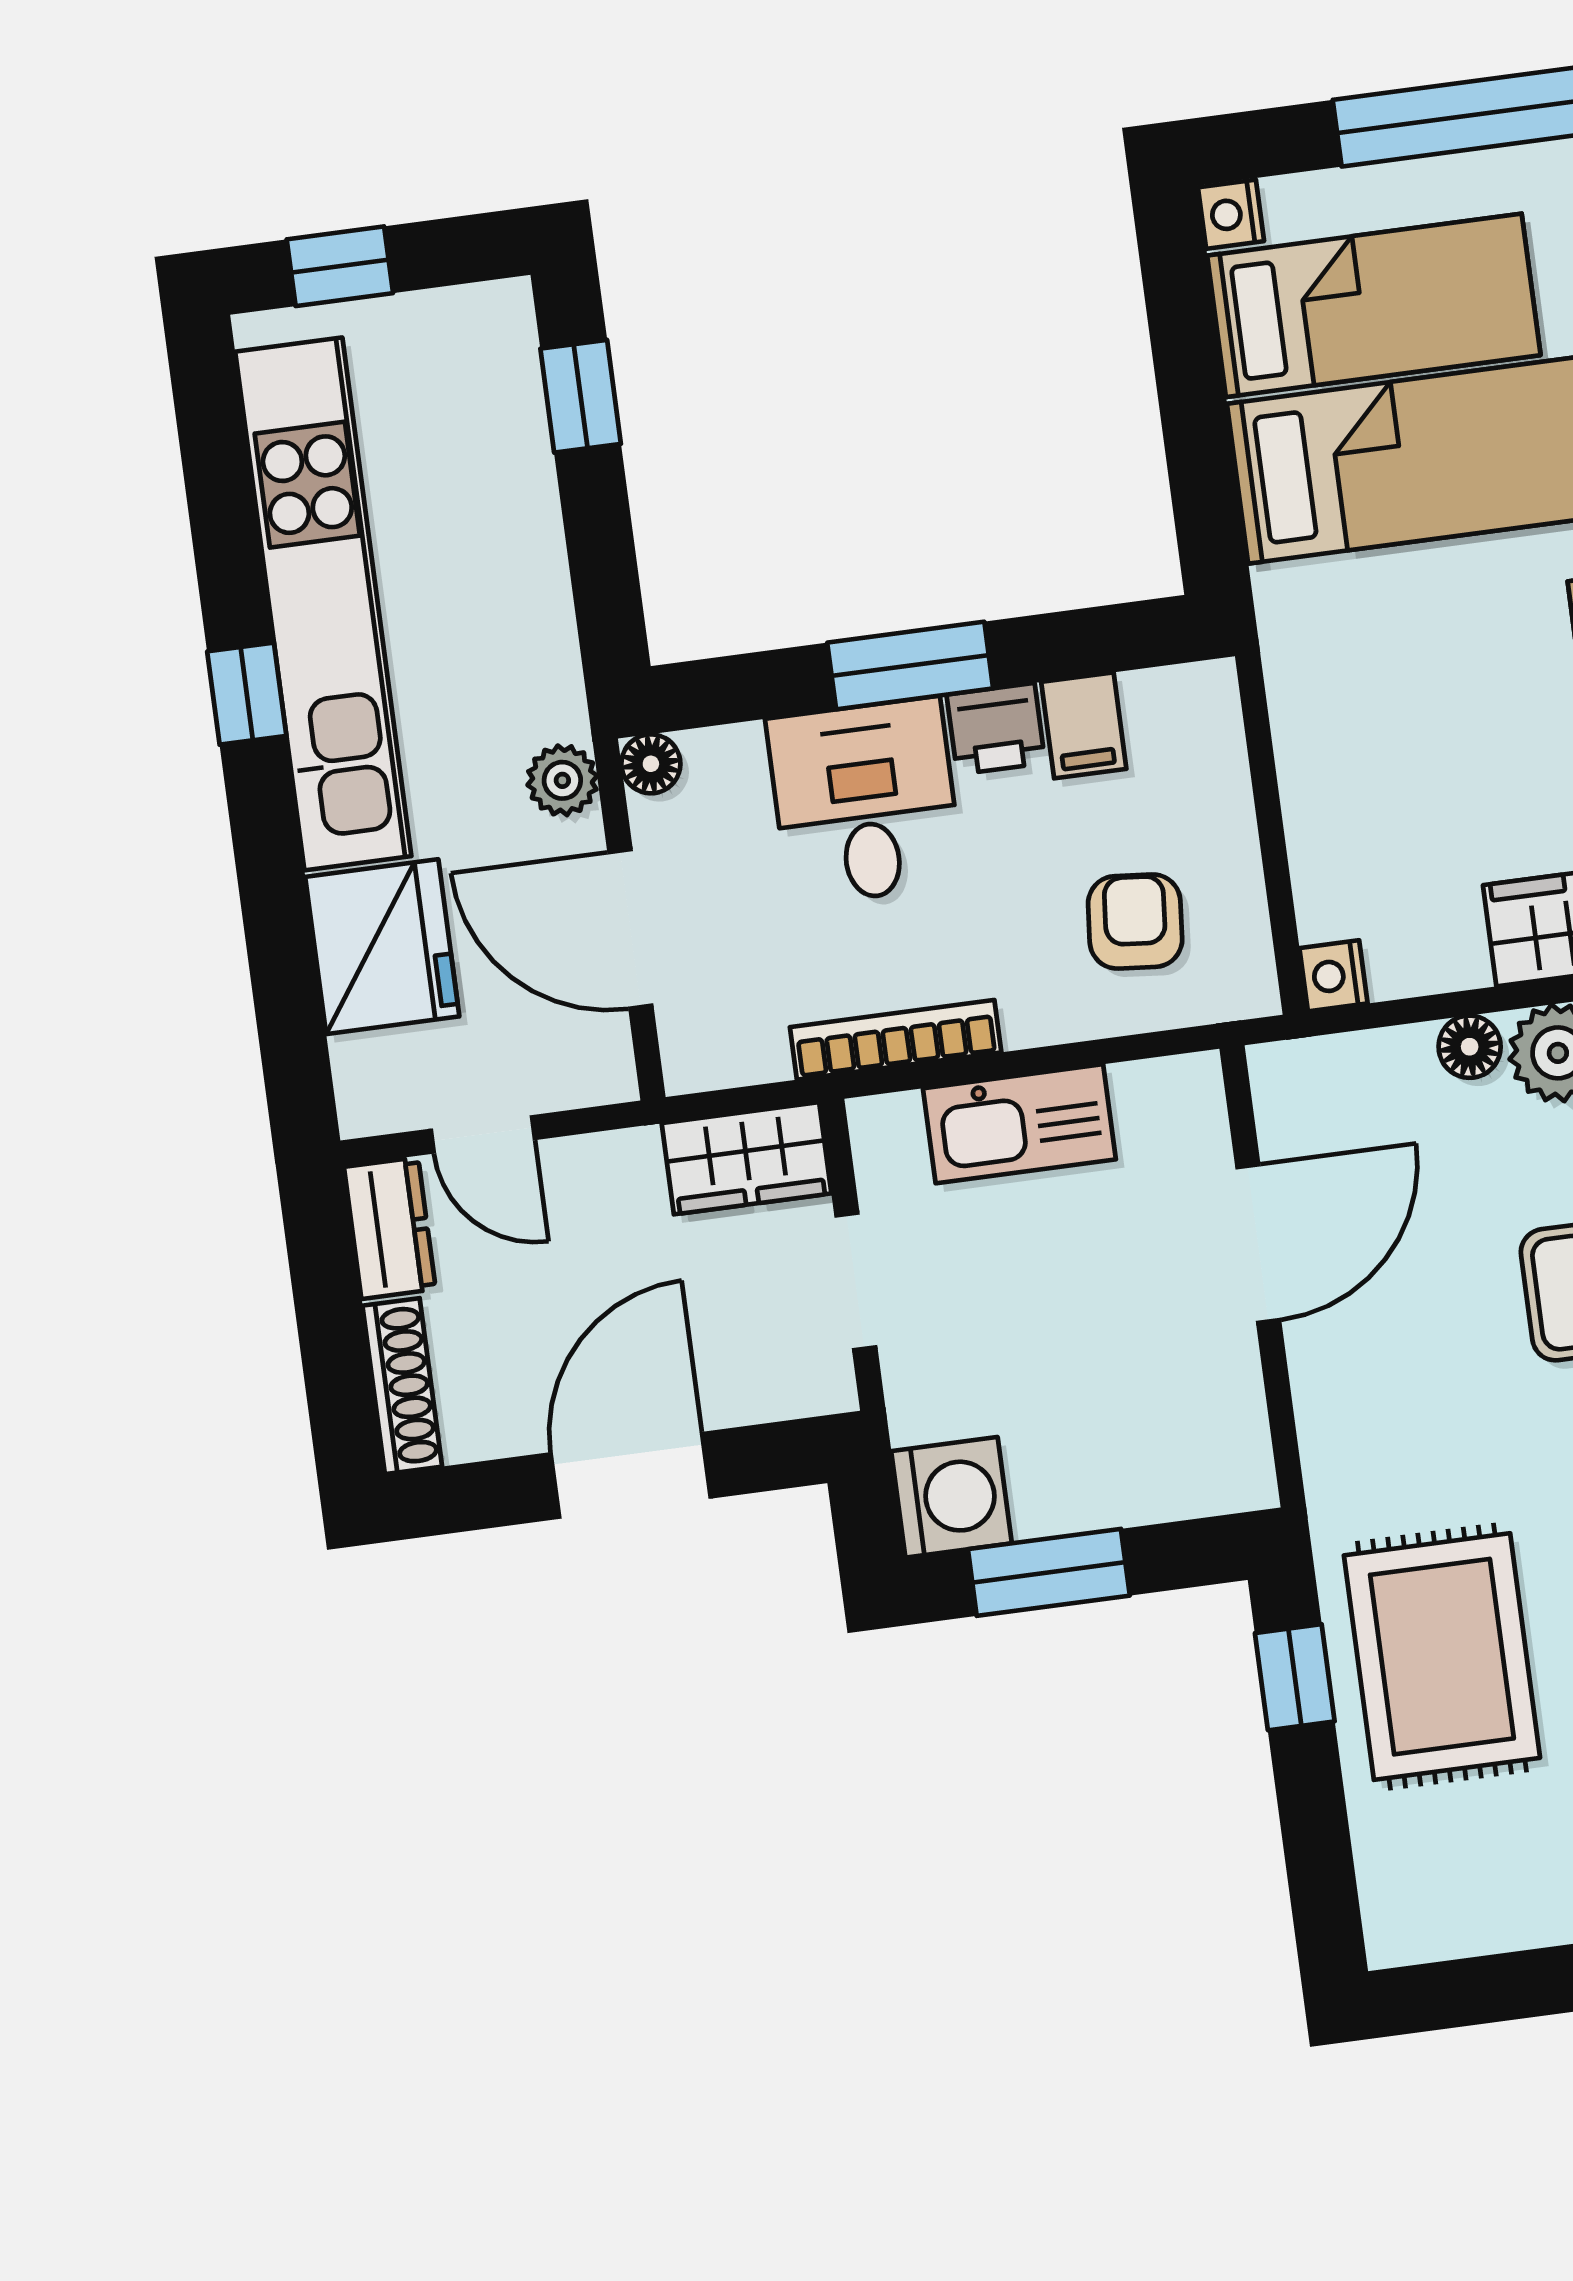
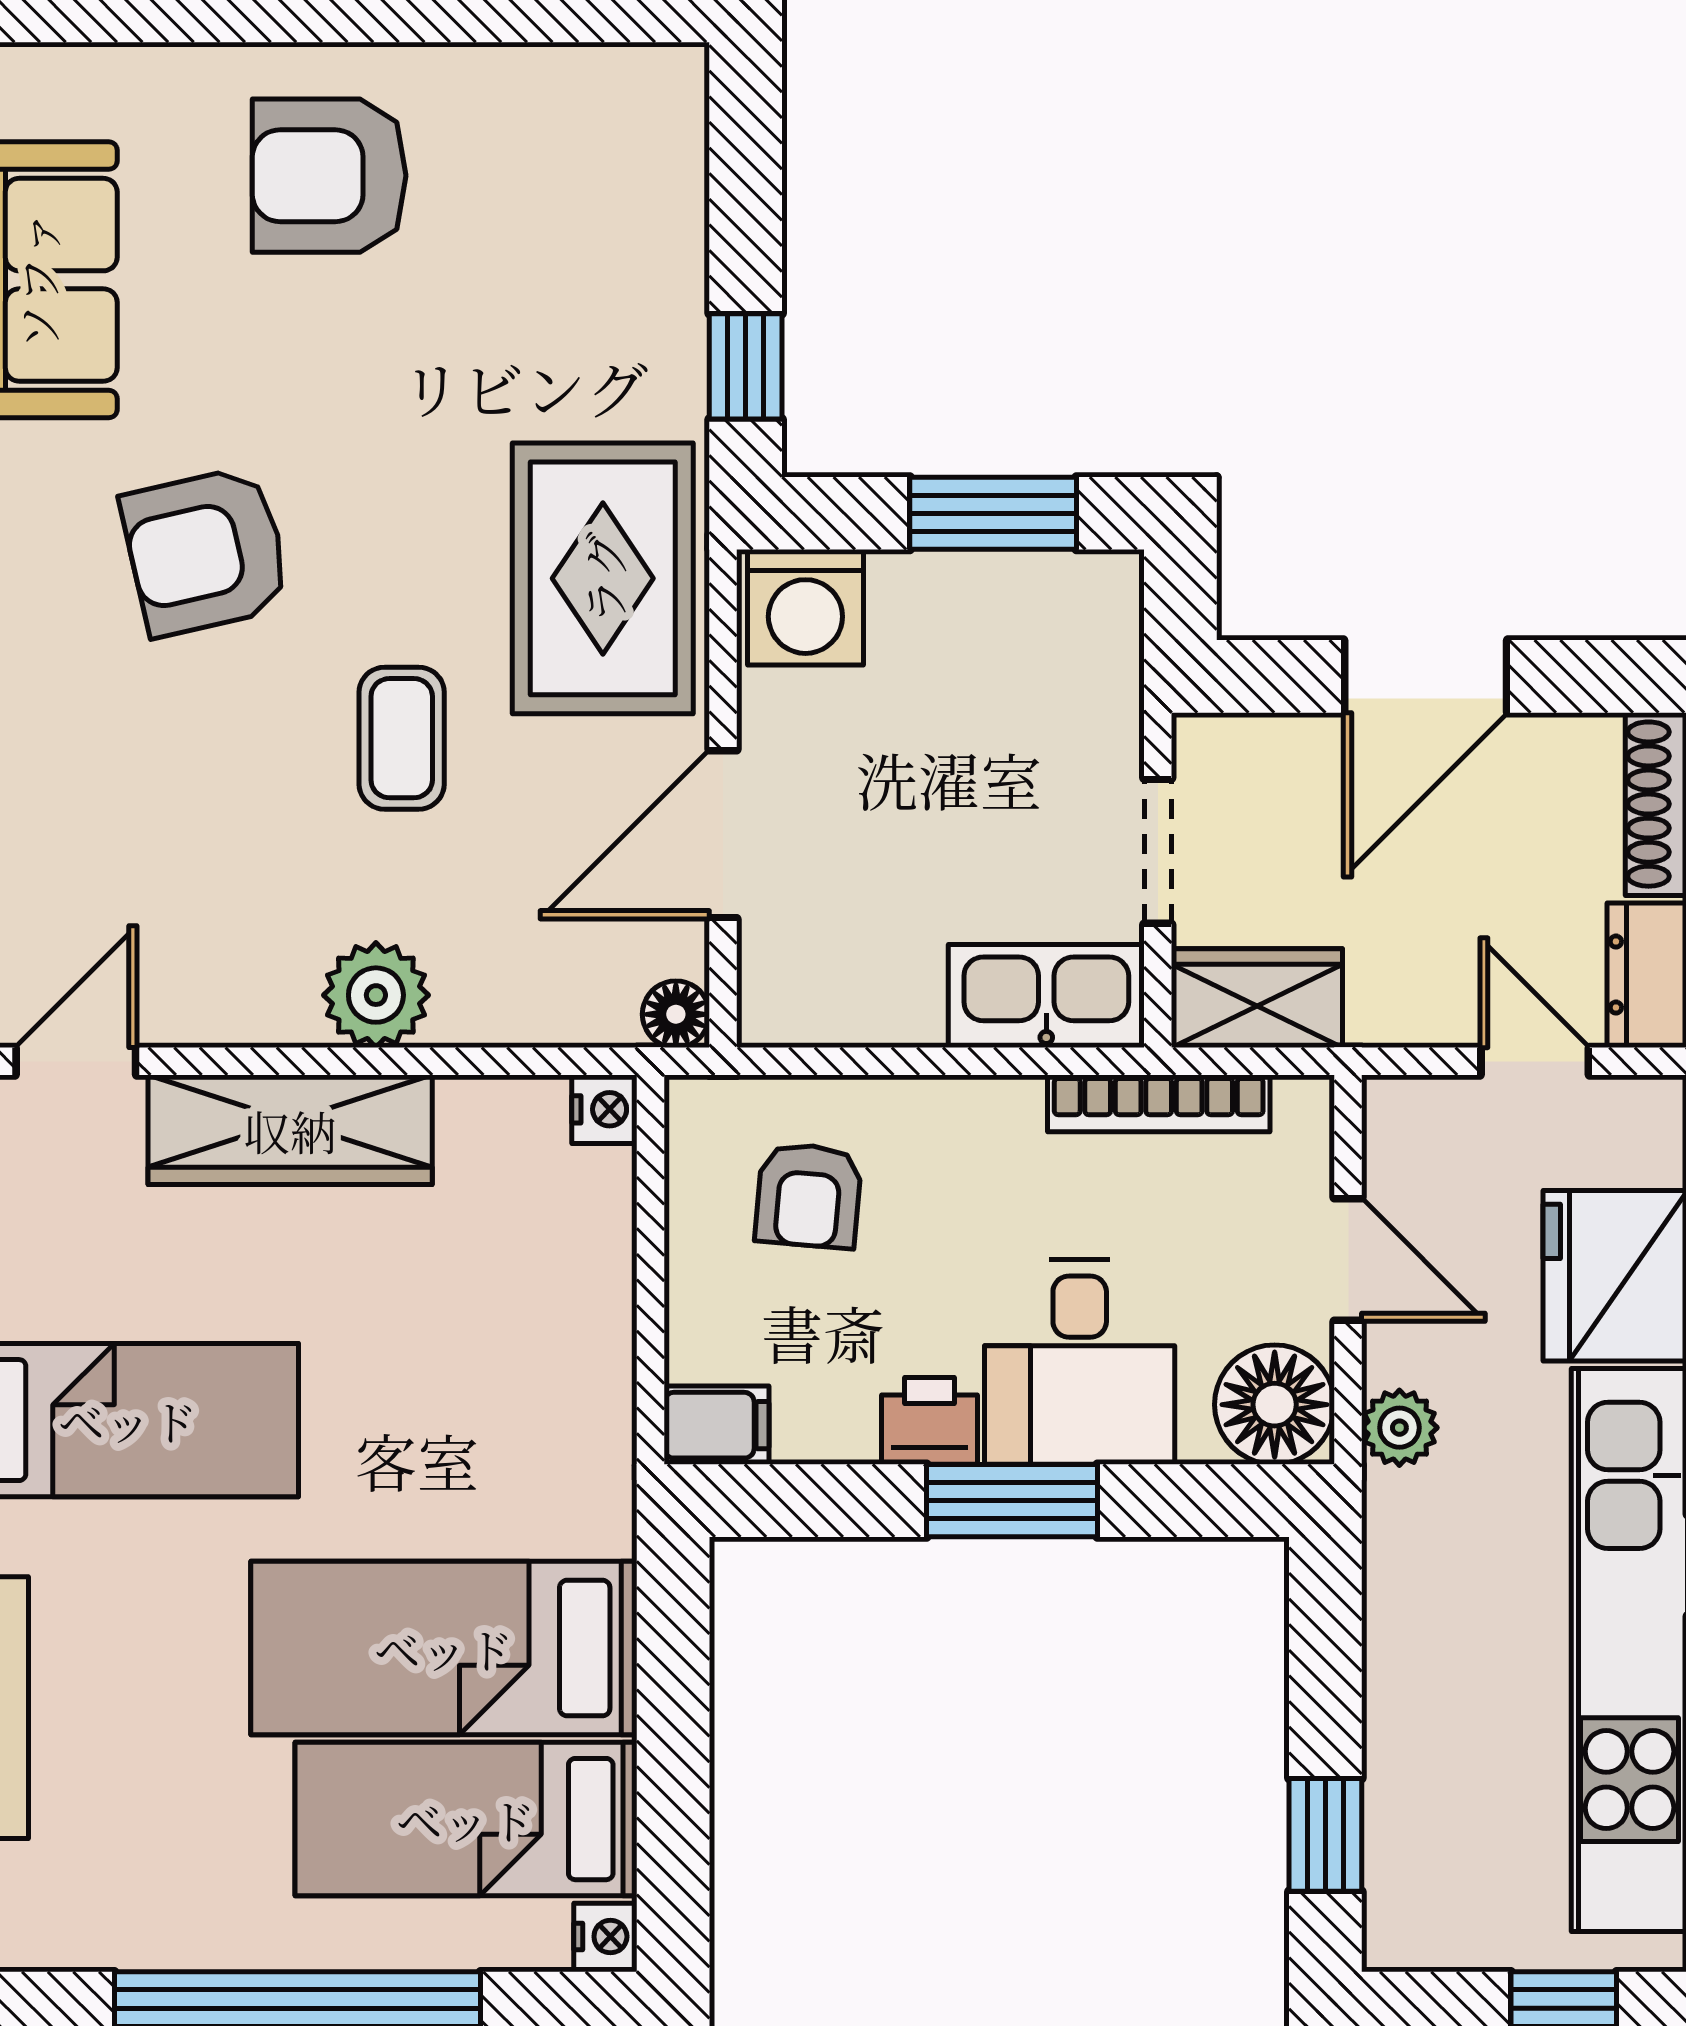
filing cabinet: (1084, 725) -> (716, 1425), moved, turned 90
floor lamp: (651, 764) -> (1275, 1405), width x1.89, depth x1.89
door: (630, 929) -> (1348, 1259), width x0.73
bookcase: (896, 1040) -> (1159, 1103), moved
floor lamp: (1470, 1047) -> (676, 1014), moved
kitchen sink: (1019, 1124) -> (1046, 996), moved
washing machine: (951, 1497) -> (805, 607), moved, turned -90
rug: (1442, 1657) -> (603, 578), moved

